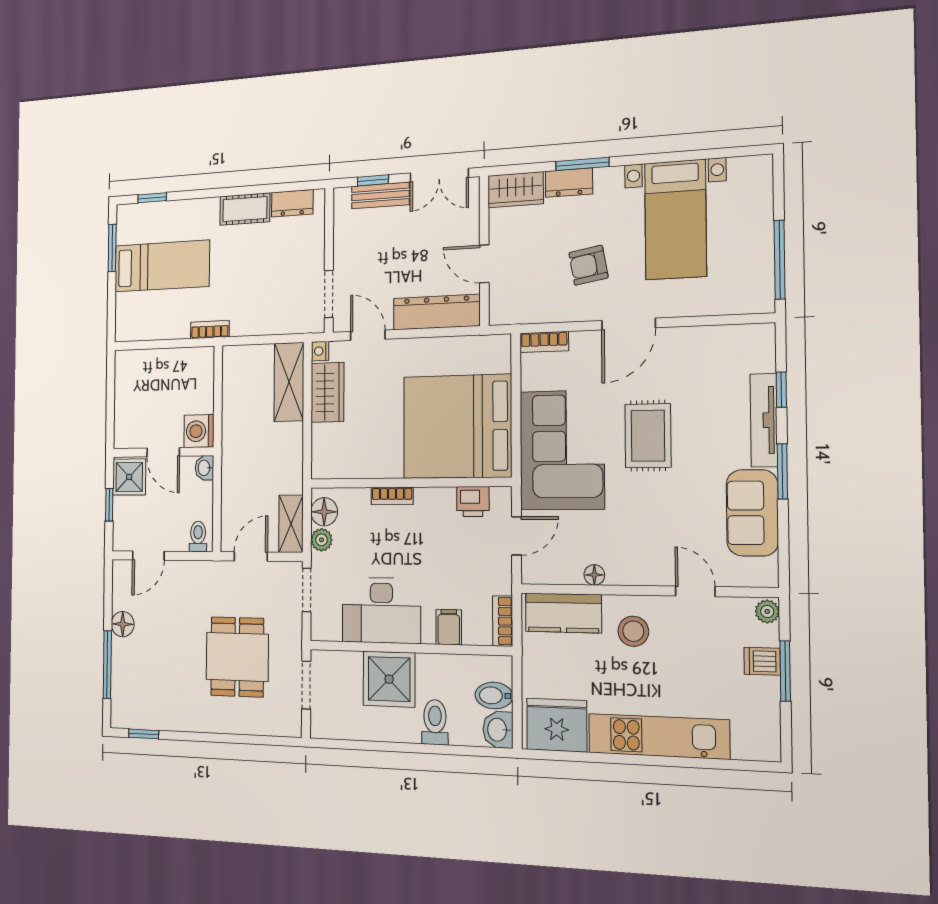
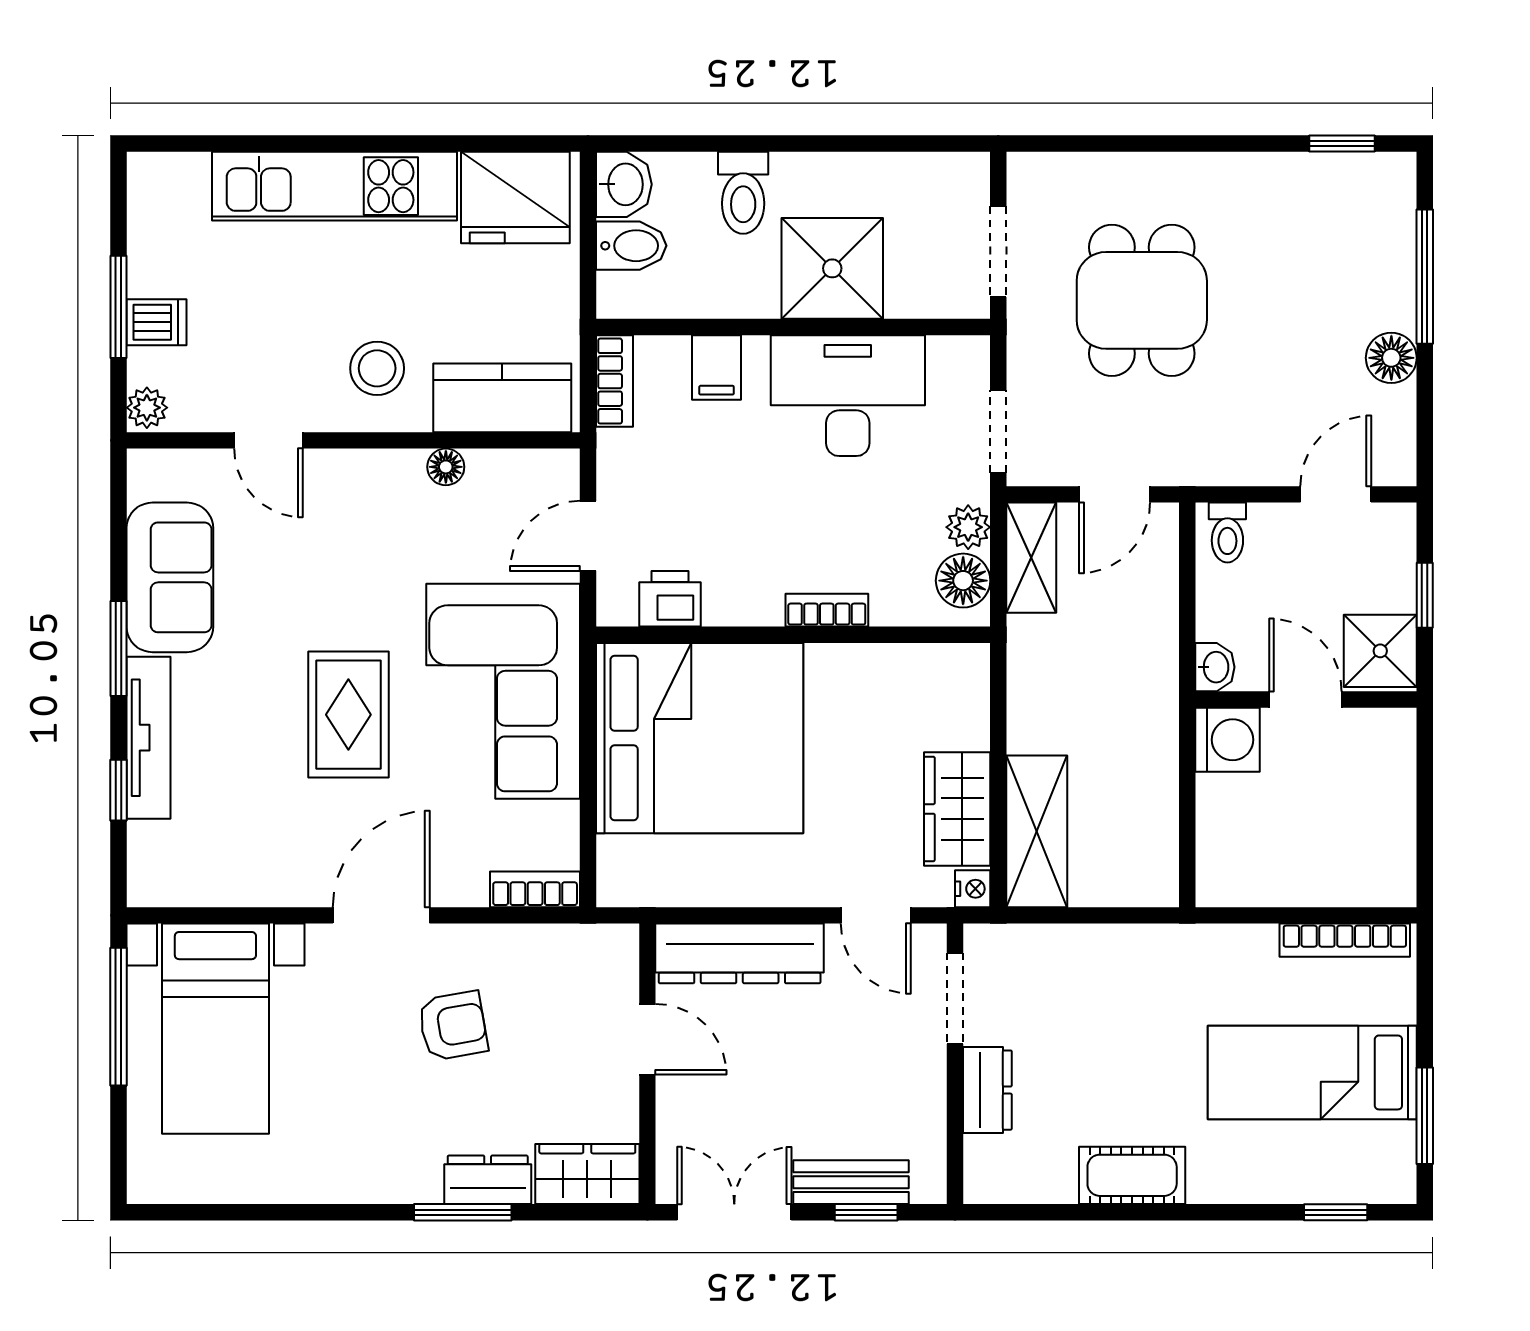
dresser: (292, 203) -> (987, 1090), moved, turned 90
bed with nightstands: (675, 220) -> (215, 1029), moved, turned 180
bookcase: (210, 330) -> (1345, 940), moved, width x1.56

